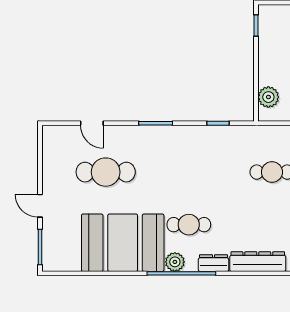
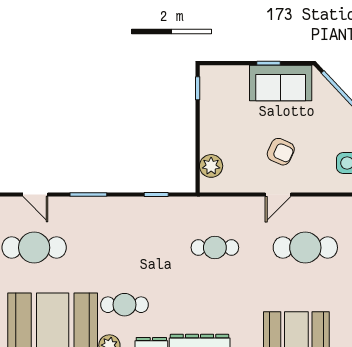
door: (92, 123) -> (35, 195), moved

